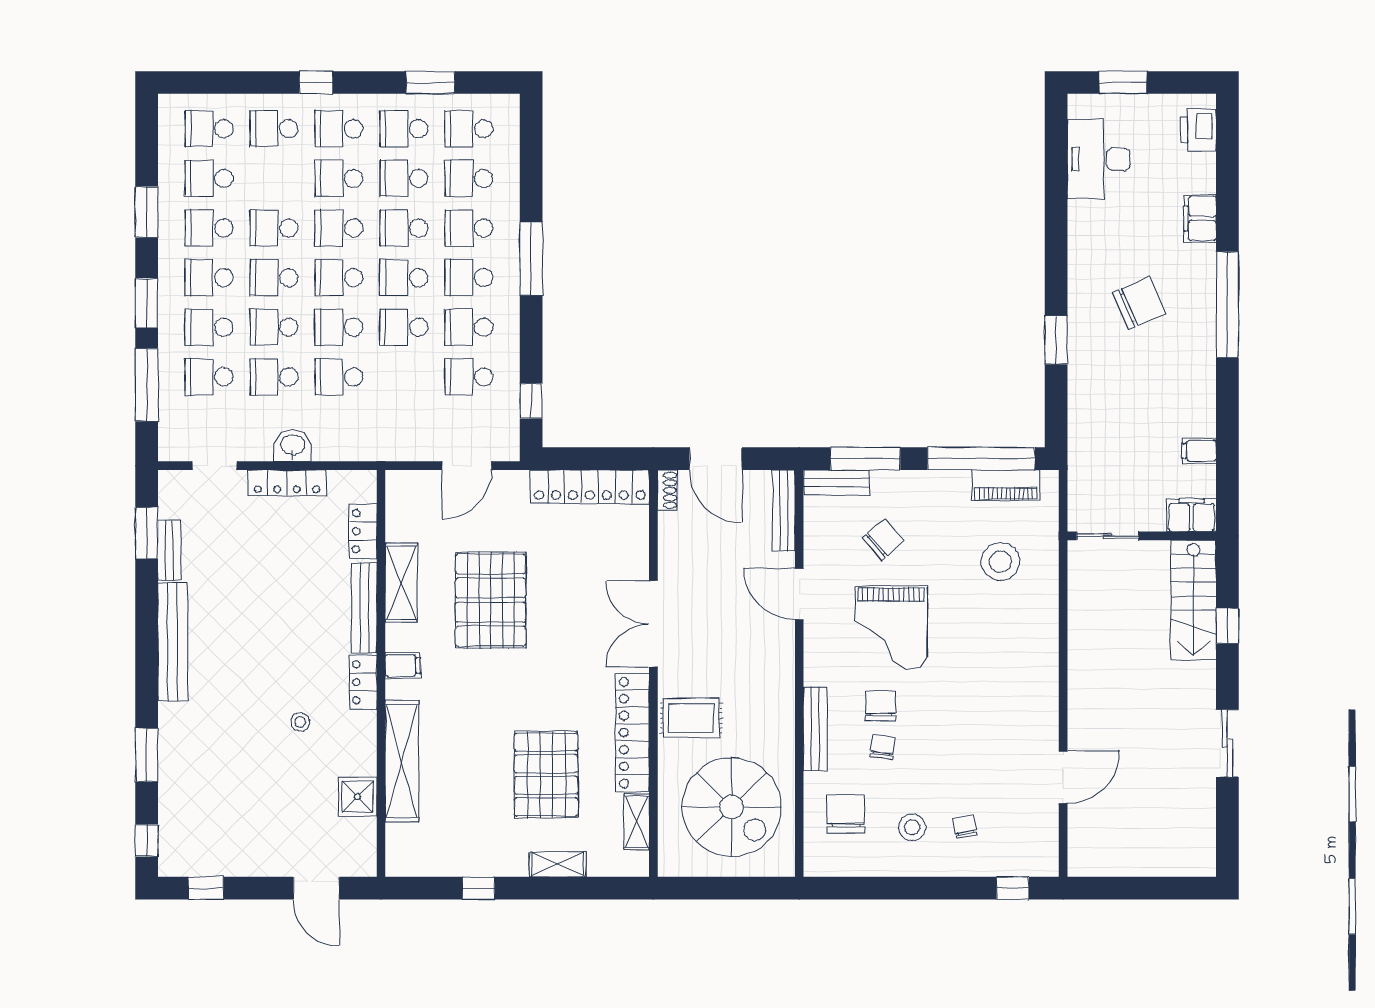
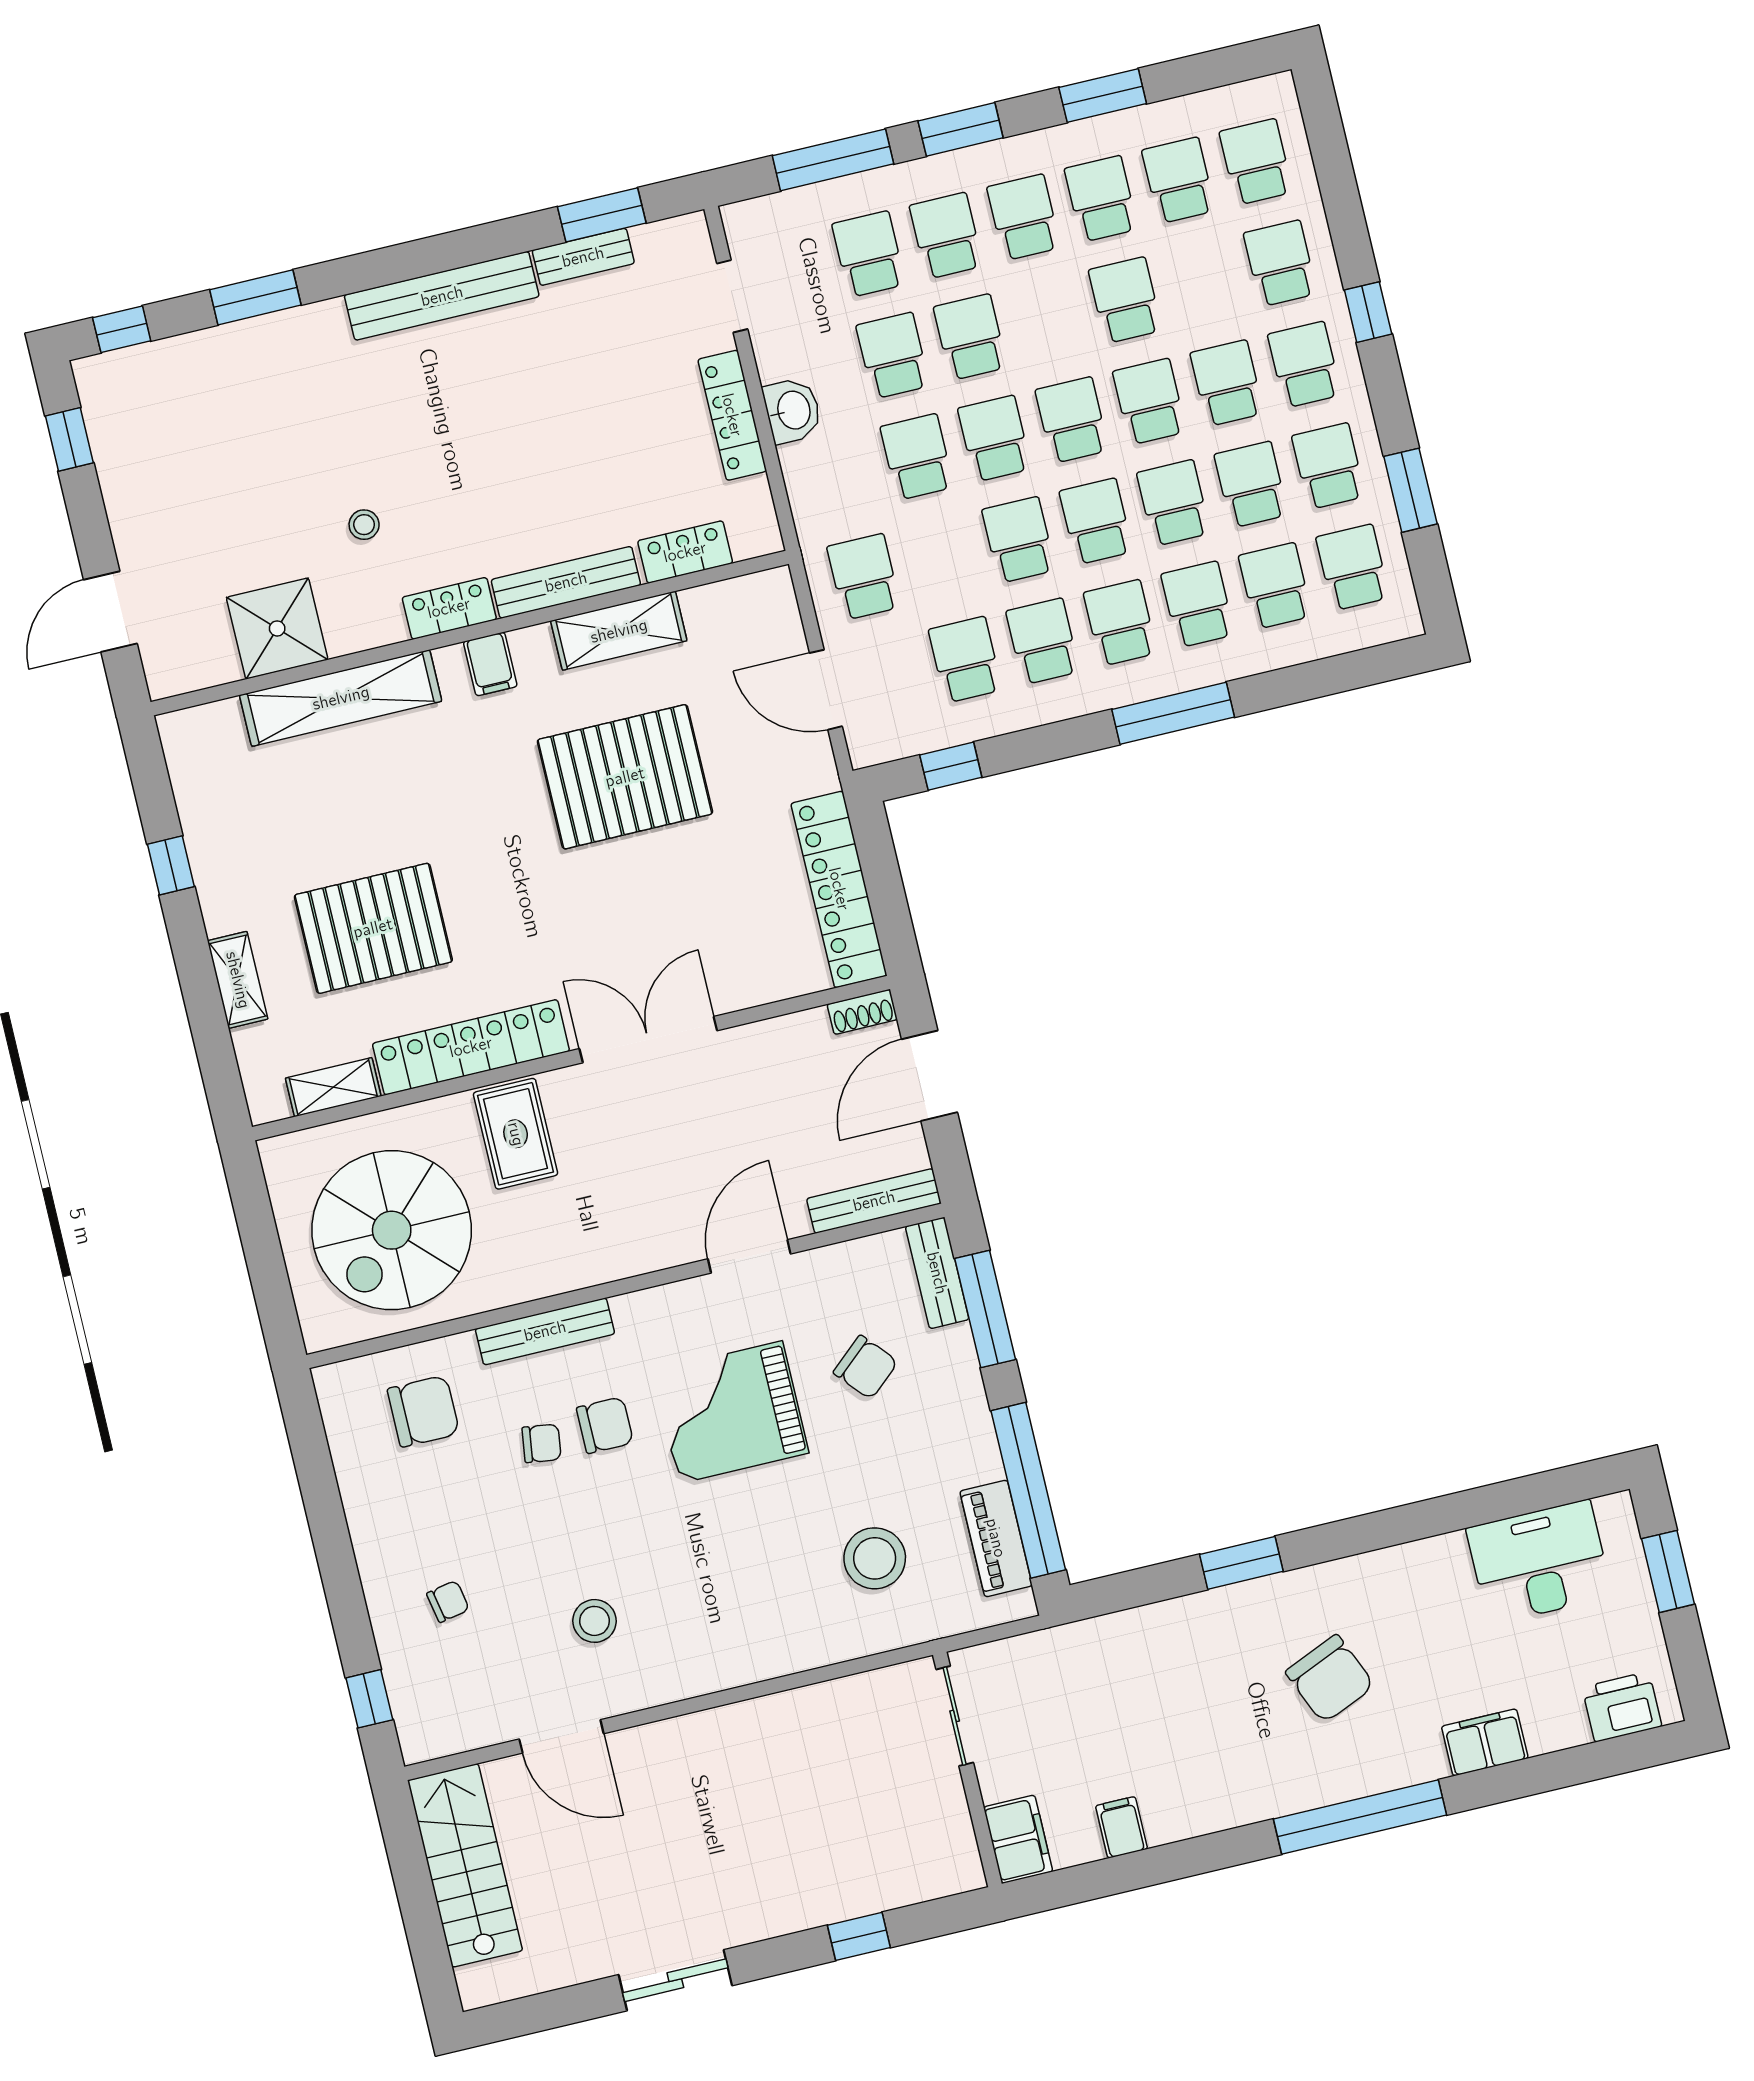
school desk: (274, 278) -> (864, 577), moved
stairs: (1193, 600) -> (465, 1865), moved, turned 90
shower: (357, 797) -> (277, 628), width x1.36, depth x1.36
stool: (912, 827) -> (595, 1621), moved

